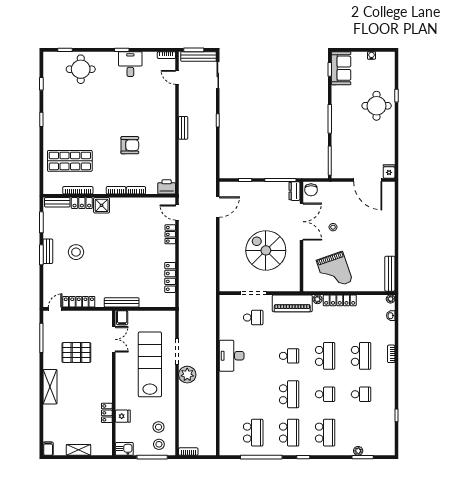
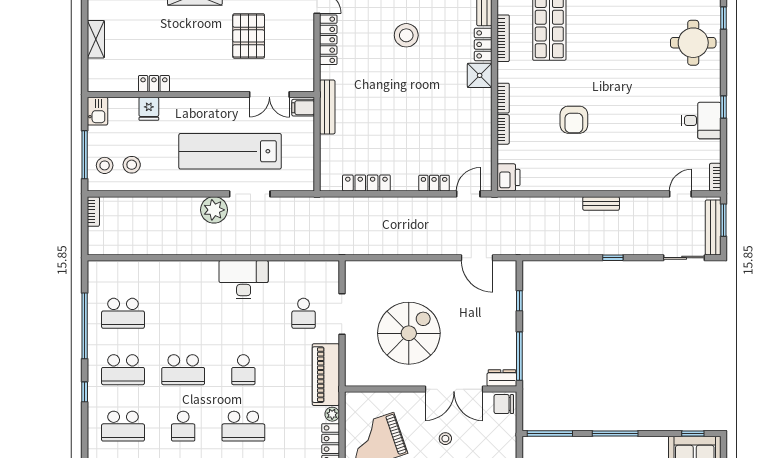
lab bench: (150, 364) -> (230, 151), turned 180

